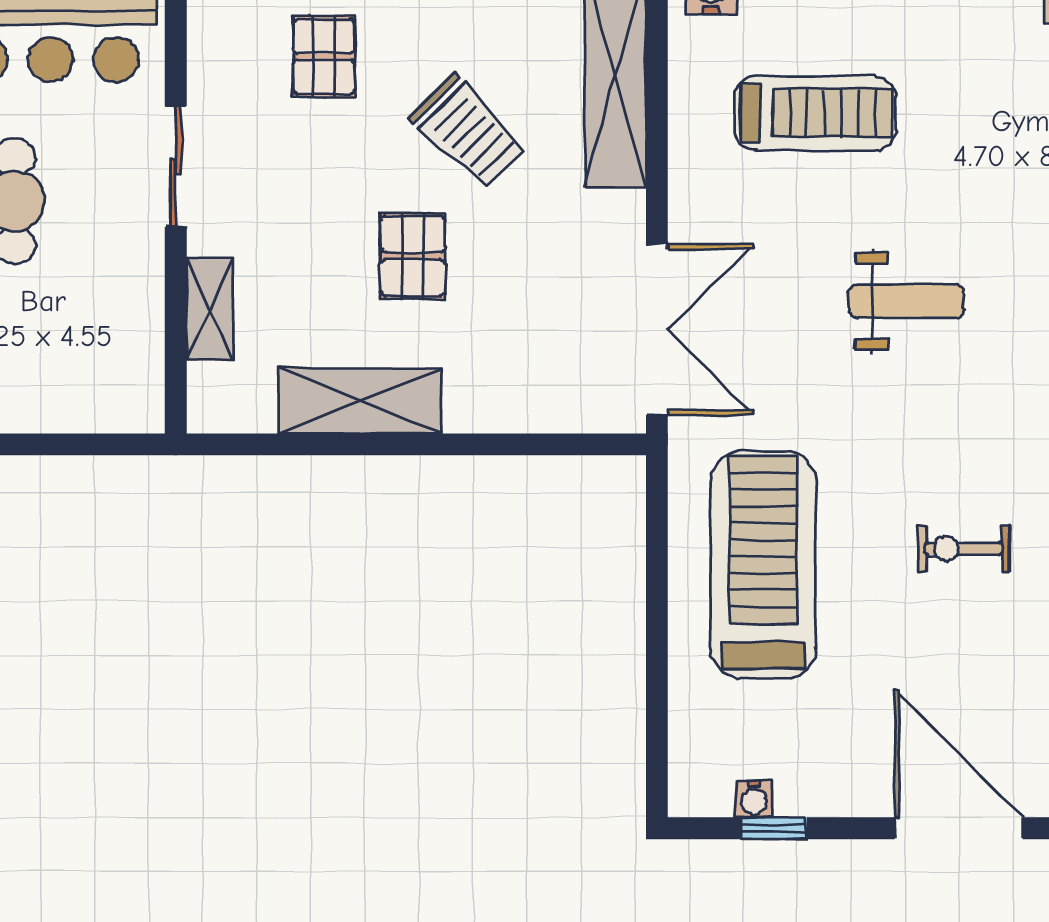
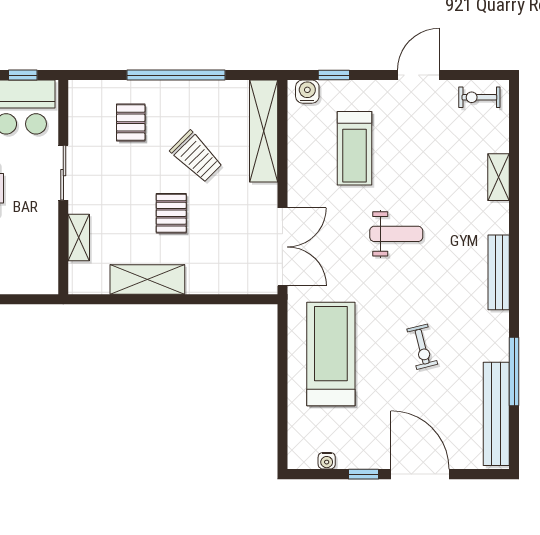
treadmill: (815, 113) -> (355, 148), turned 90
exercise bike: (964, 549) -> (422, 347), turned -104
window: (774, 828) -> (364, 474), moved

